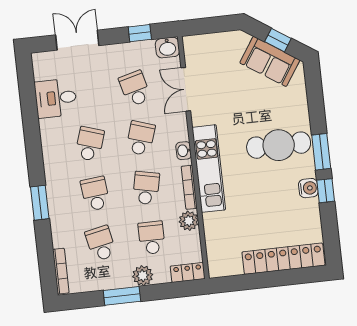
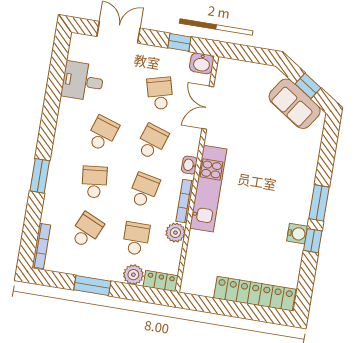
cafe table: (279, 145) -> (281, 185), removed
school desk: (101, 243) -> (86, 230), turned 36
plant: (143, 276) -> (133, 275), moved

